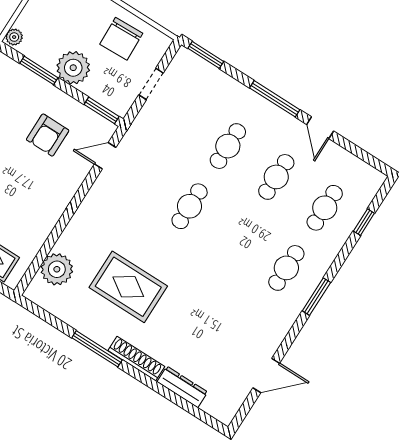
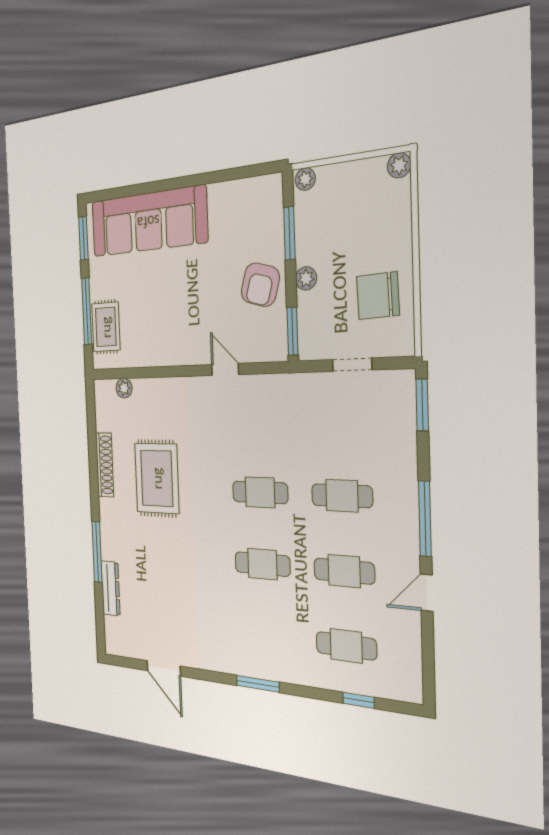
plant: (73, 68) -> (306, 278), width x0.53, depth x0.53
armchair: (48, 135) -> (260, 285), moved, turned -74
door: (105, 156) -> (225, 370), moved
cafe table: (286, 268) -> (262, 564), moved
plant: (57, 269) -> (124, 388), width x0.53, depth x0.53
window: (97, 349) -> (97, 552), moved
shoe rack: (136, 359) -> (105, 465), moved

